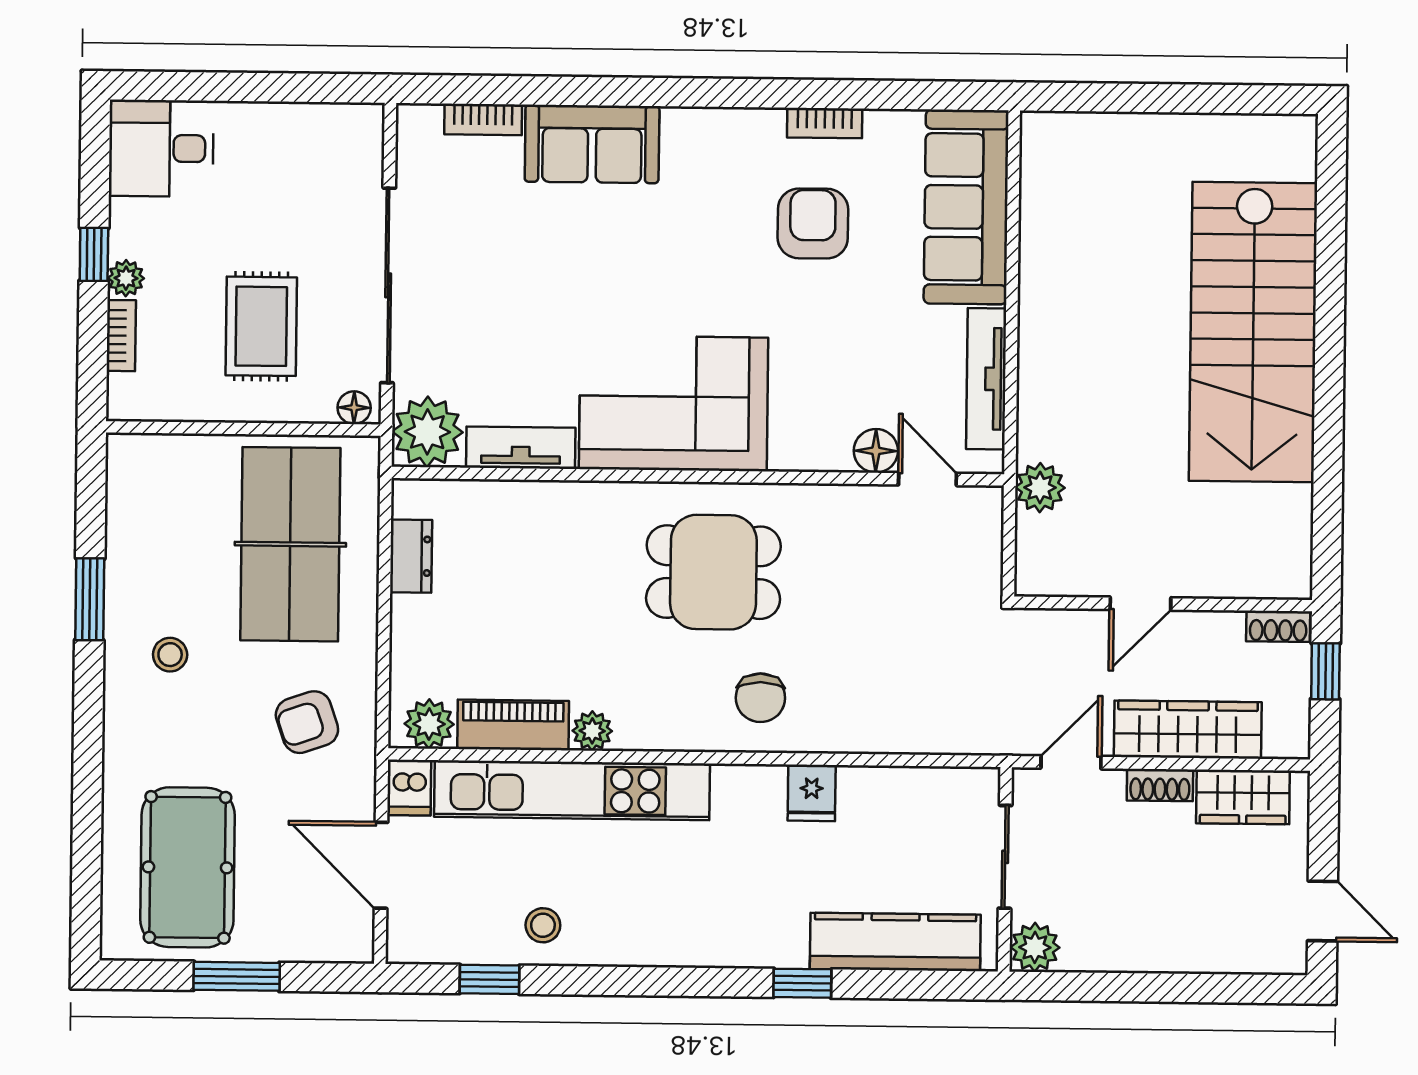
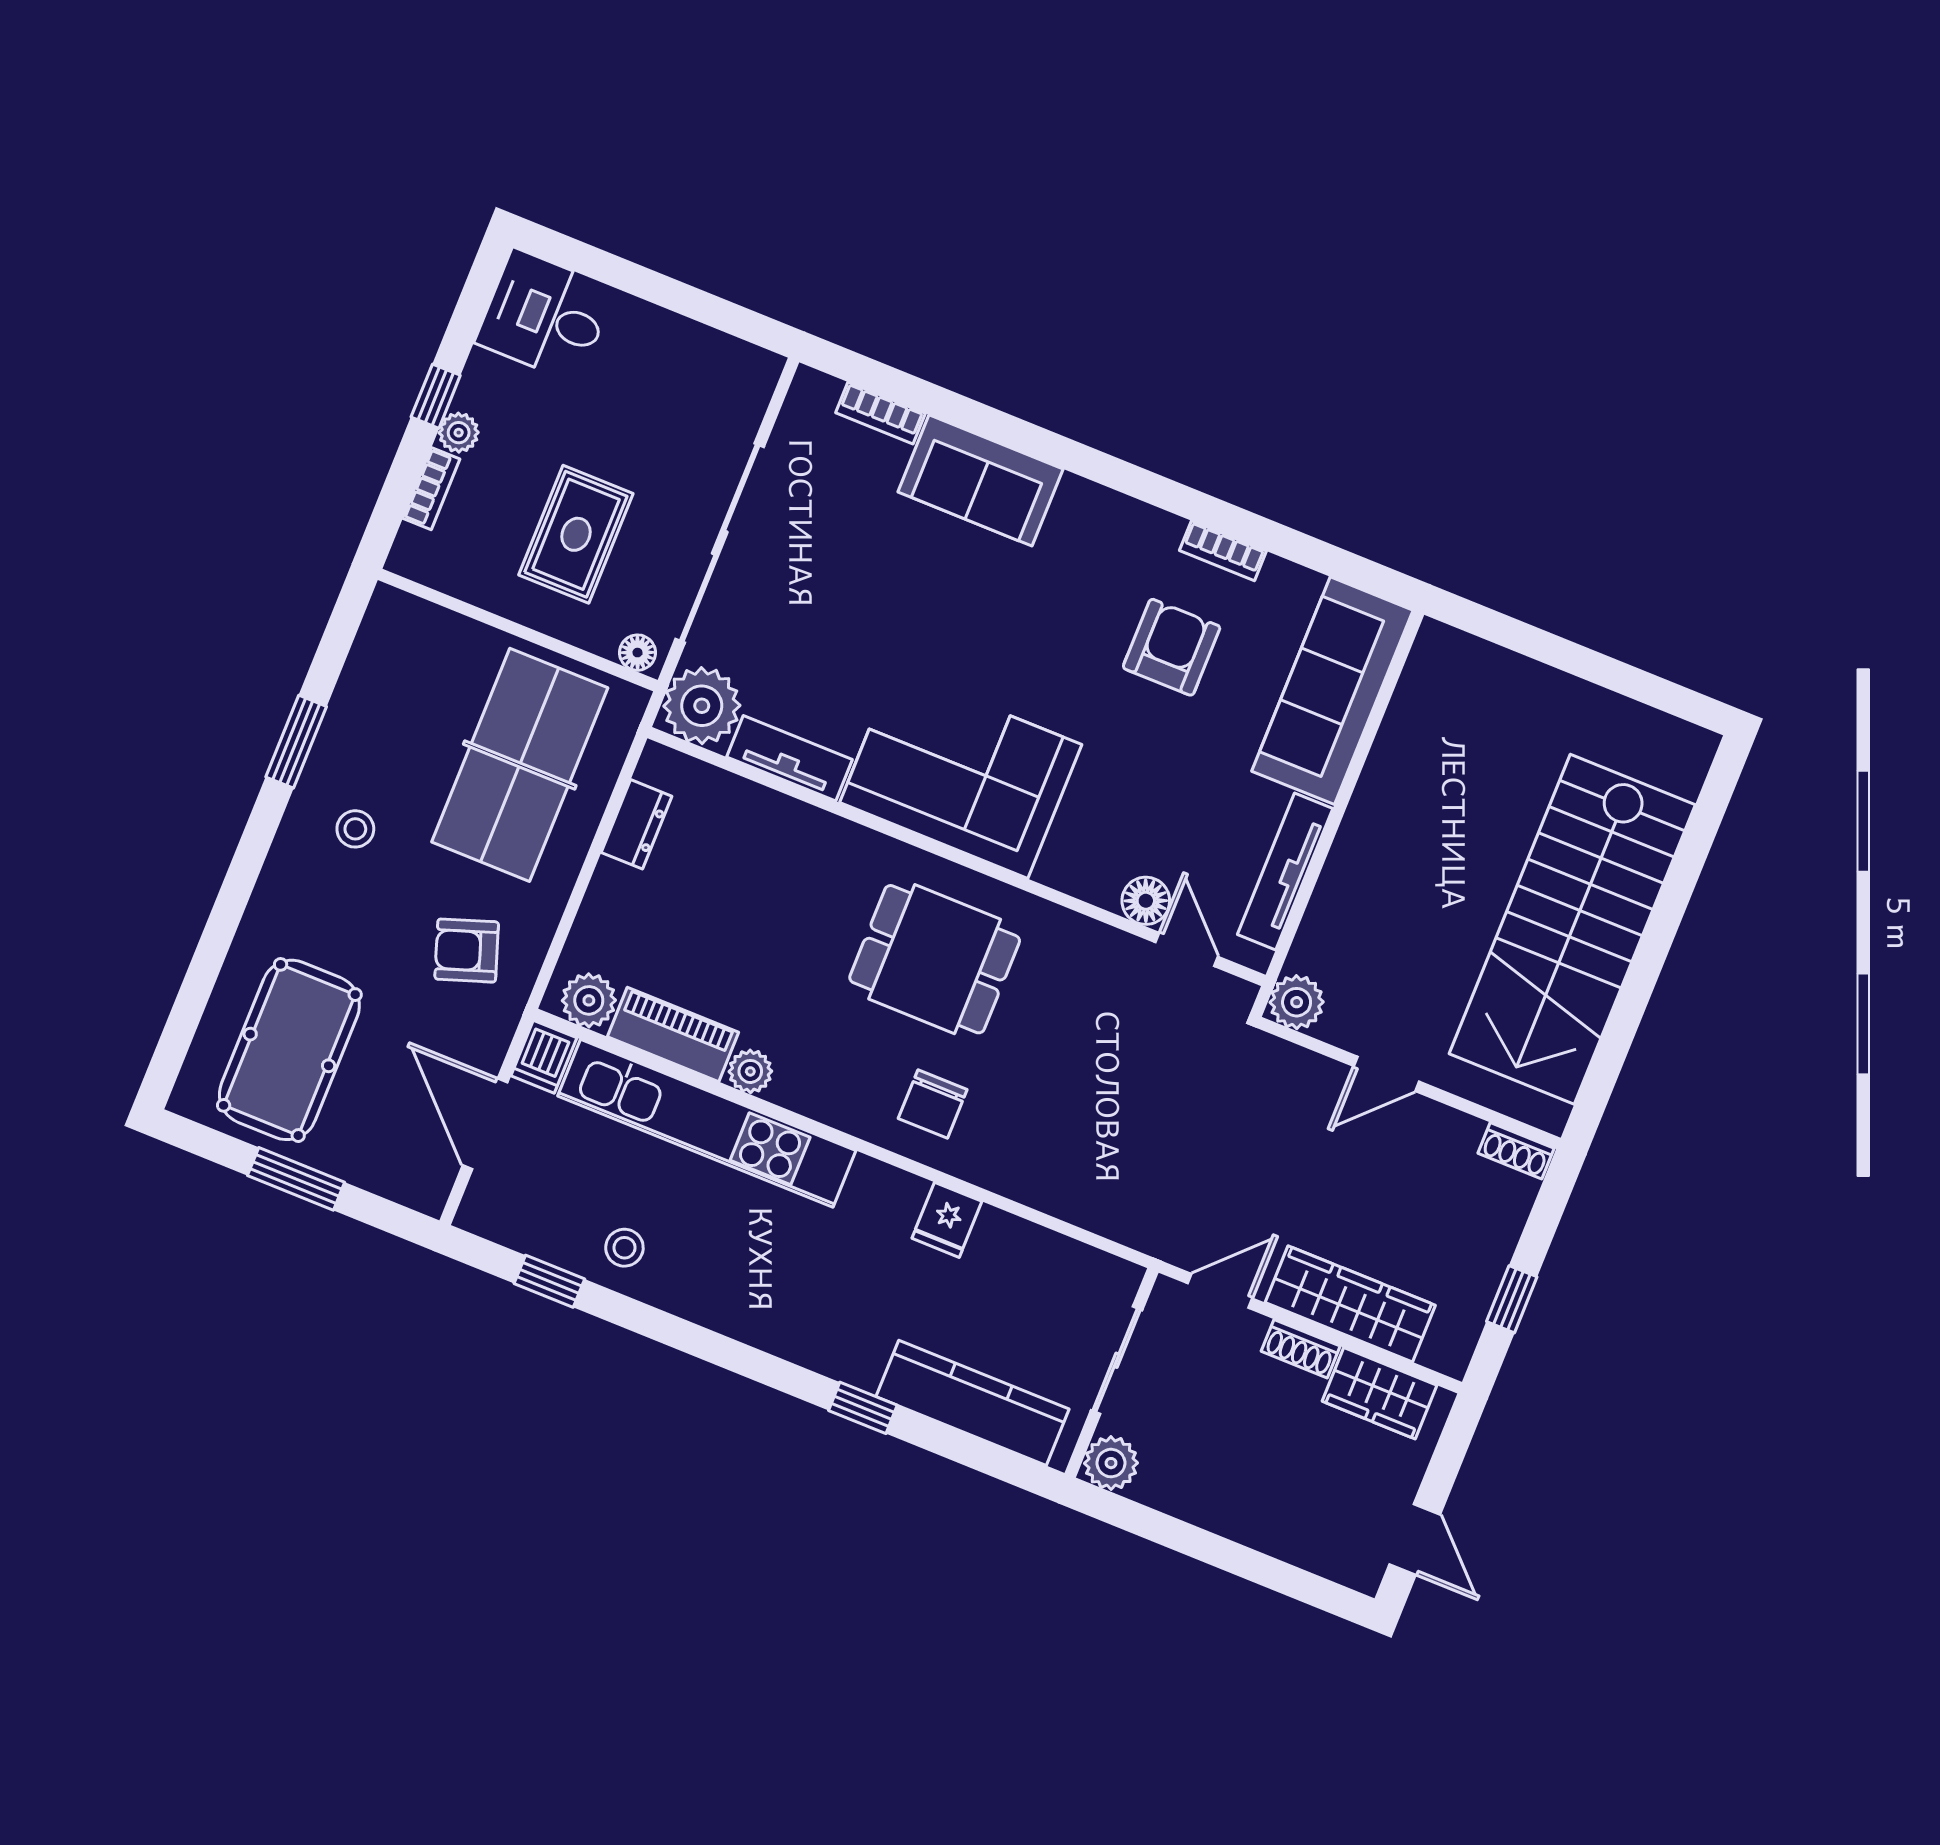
door: (1140, 604) -> (1386, 1074), moved
wall: (1163, 604) -> (1409, 1083), moved
shoe rack: (1278, 626) -> (1516, 1151), moved

